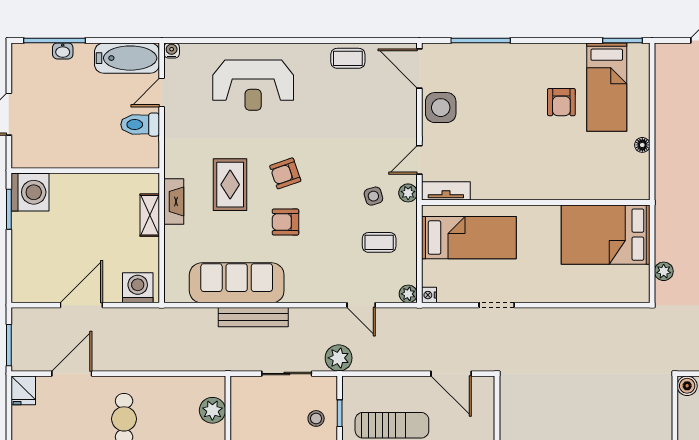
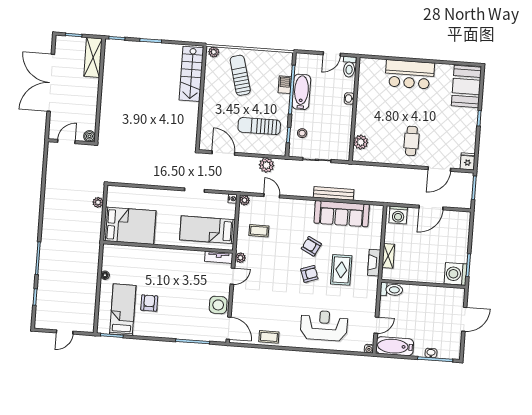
toilet: (140, 125) -> (391, 290), moved
side table: (373, 196) -> (260, 257), removed
armchair: (285, 222) -> (311, 246), turned -153
plant: (339, 358) -> (266, 165), moved

